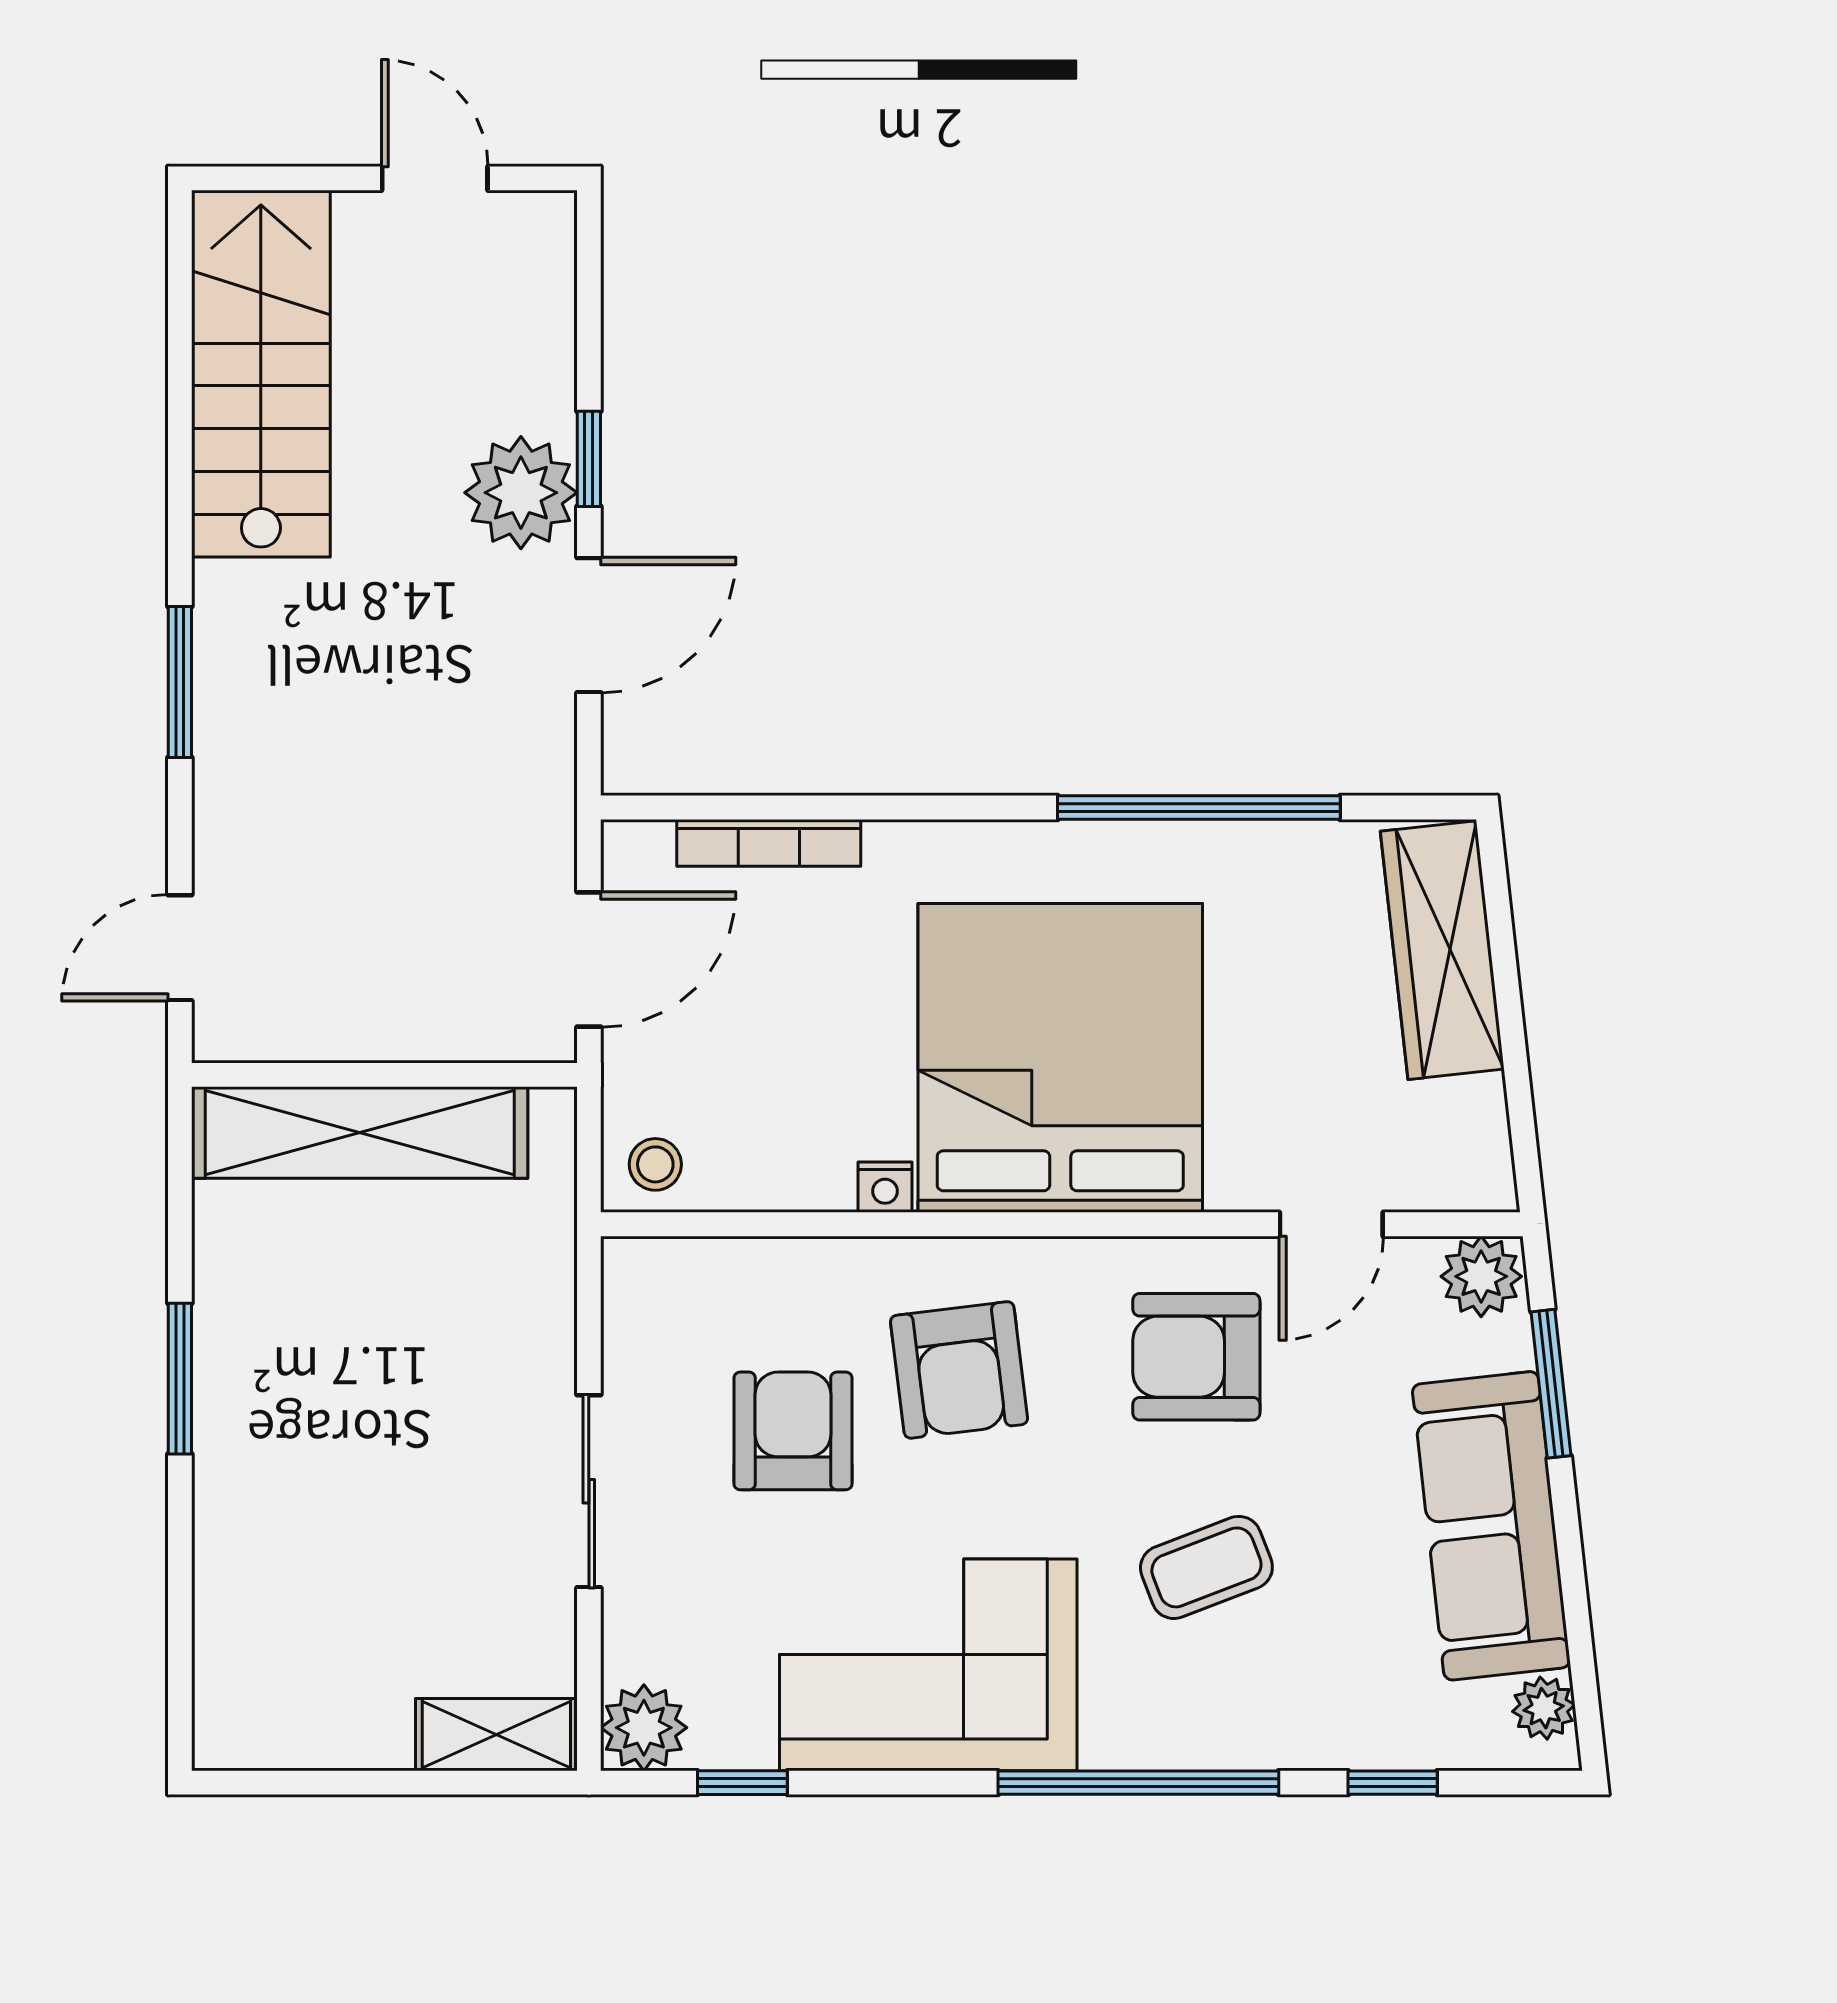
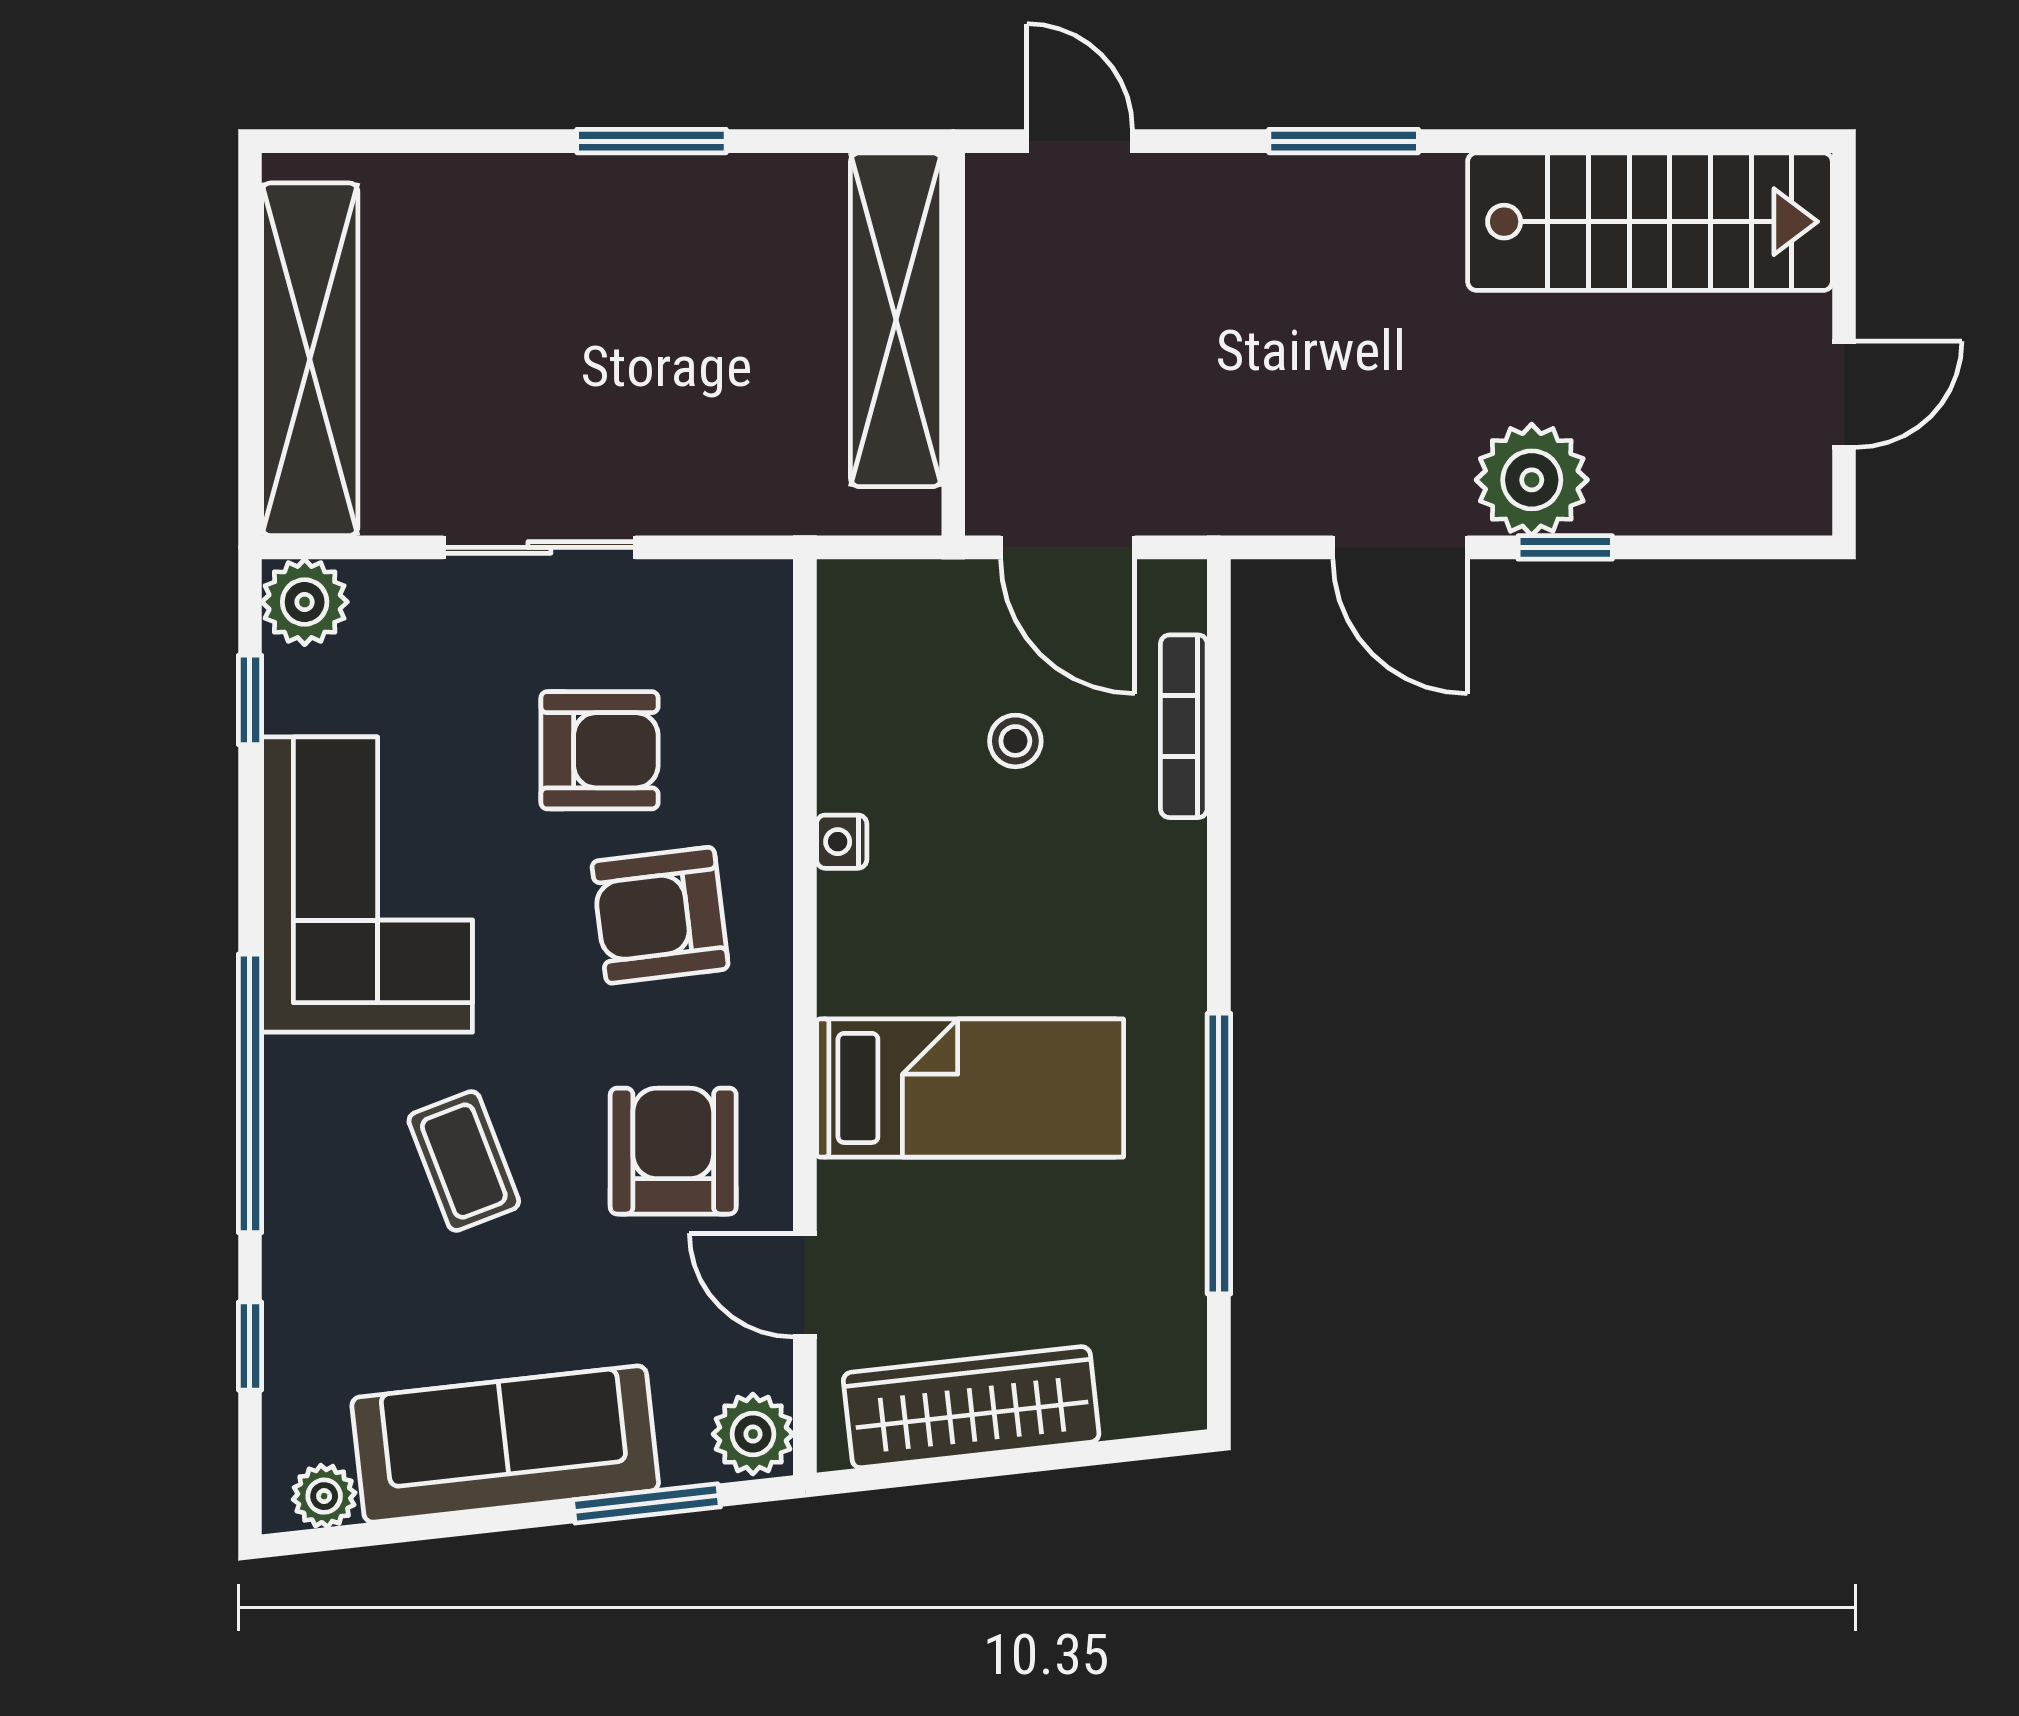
wardrobe: (1442, 950) -> (971, 1407), moved
bed: (1060, 1058) -> (970, 1088), width x0.49
stool: (655, 1164) -> (1015, 741), moved
shelving: (496, 1735) -> (310, 359), width x2.20, depth x1.33

